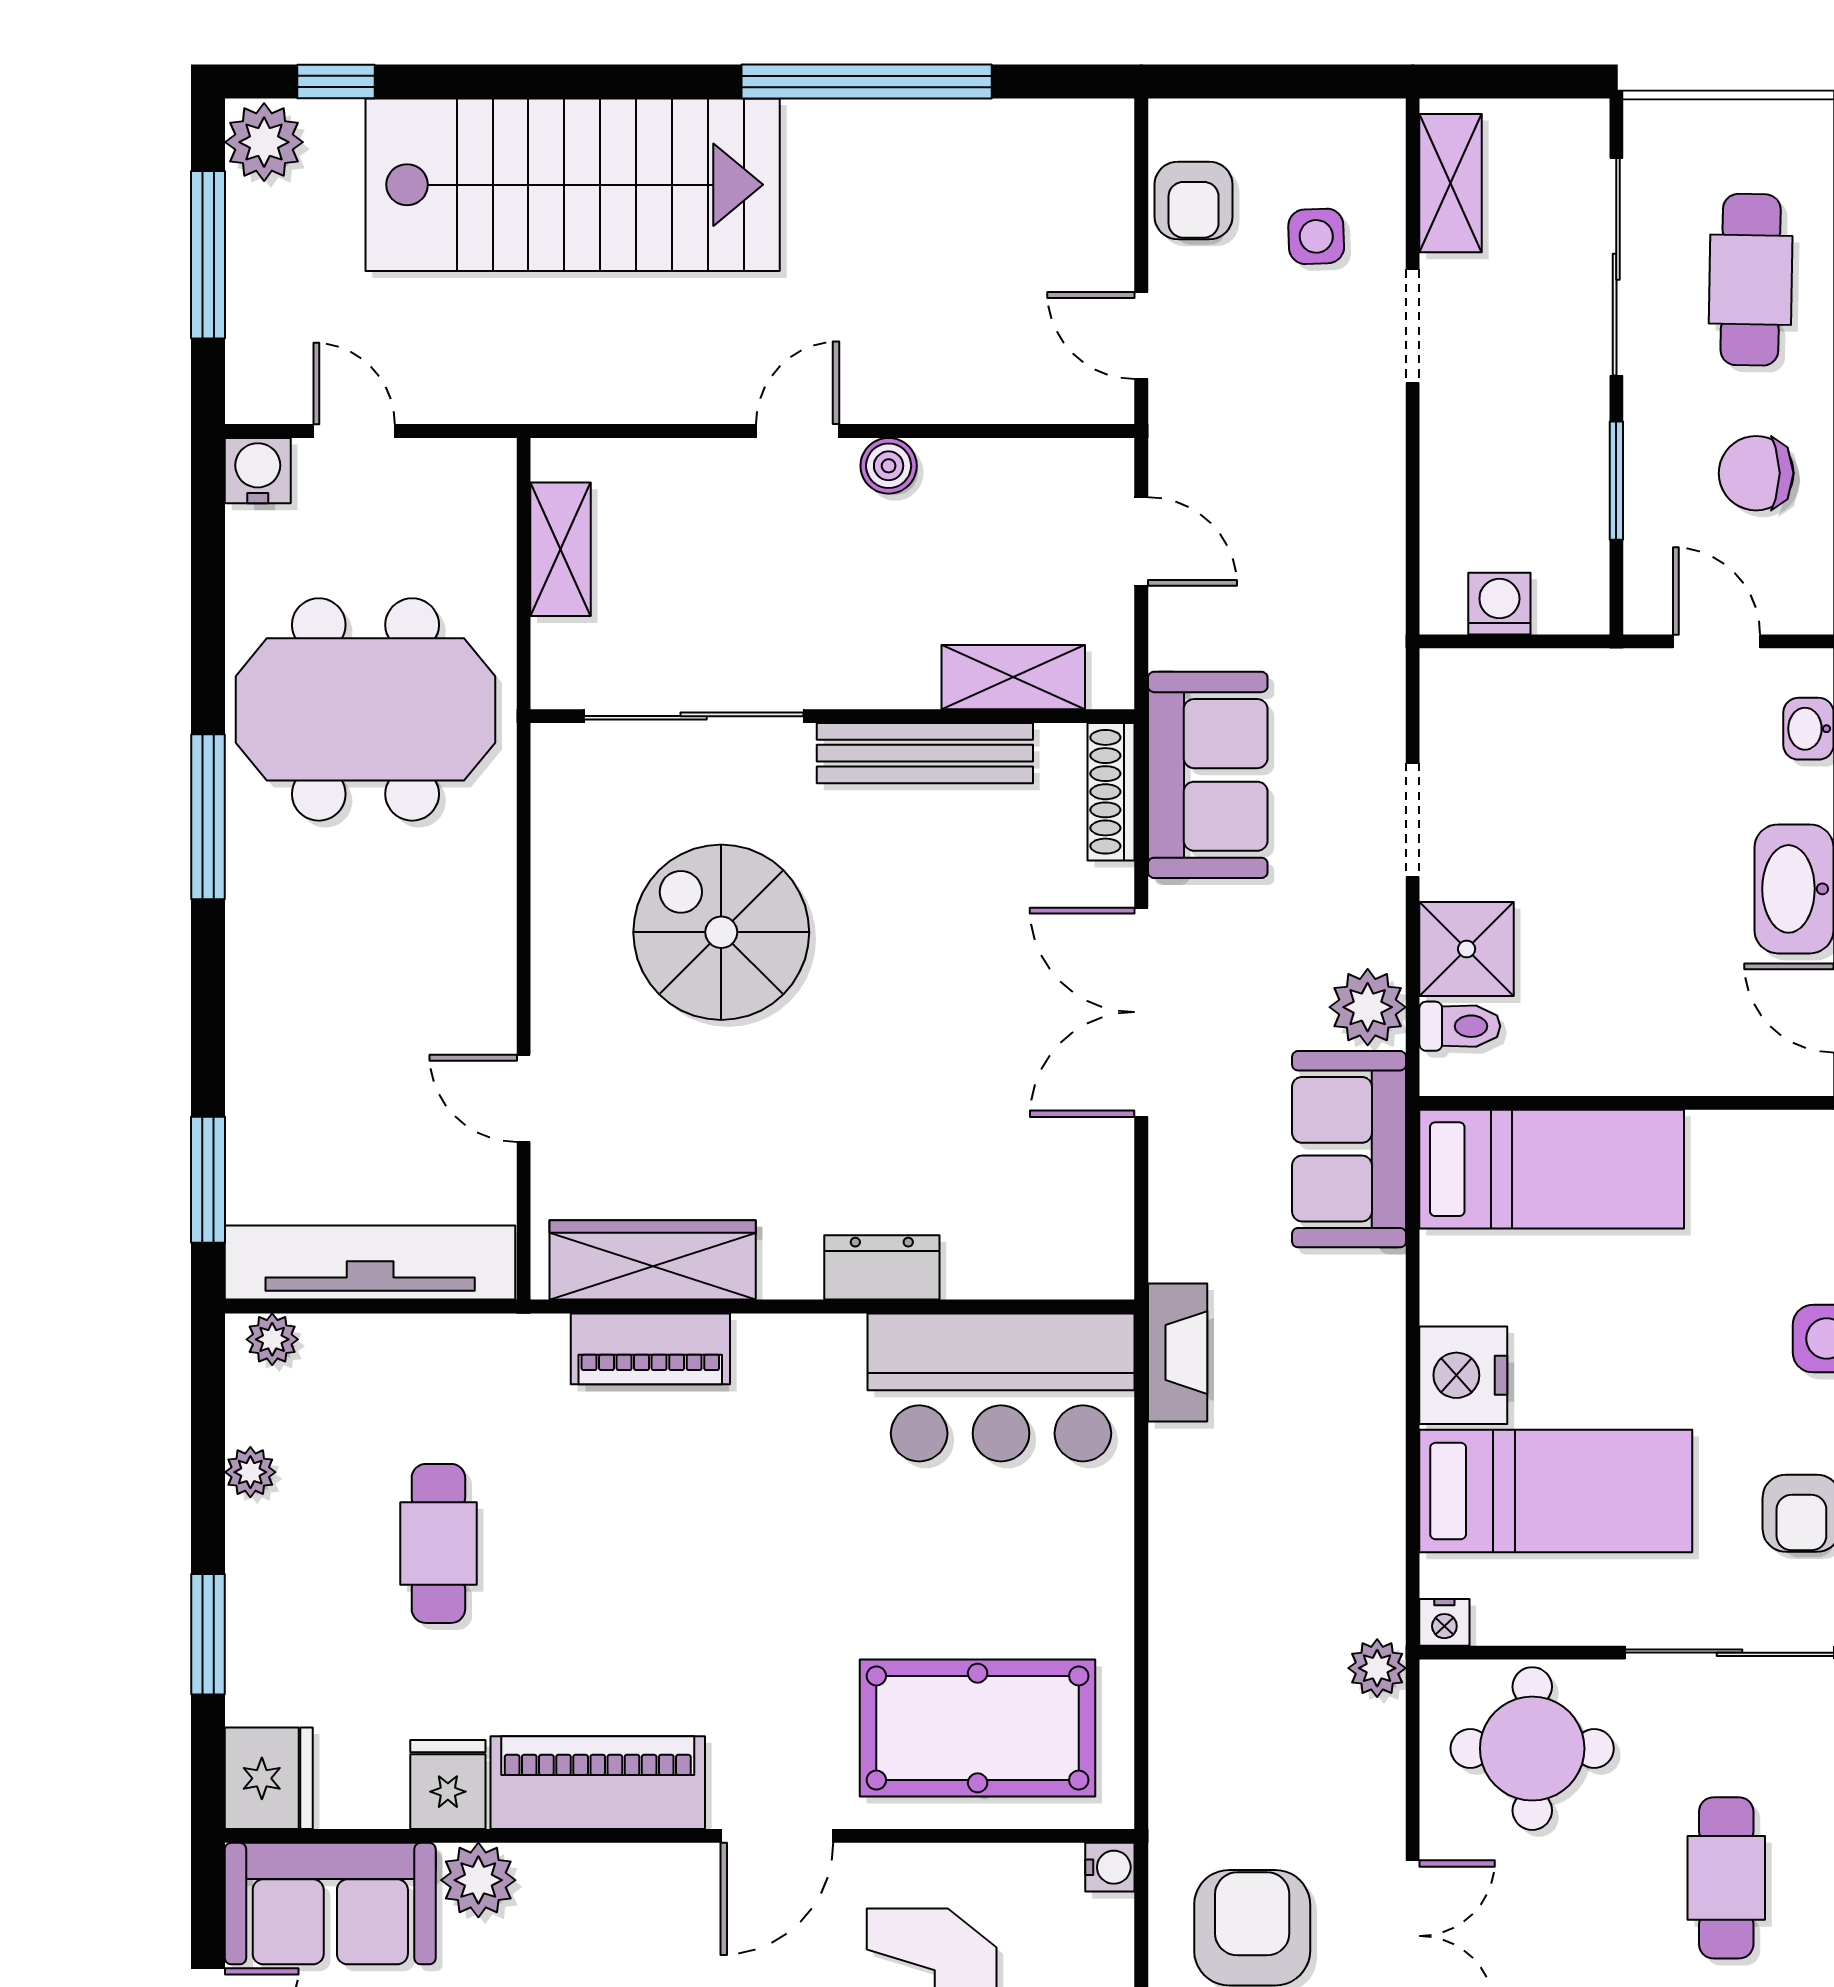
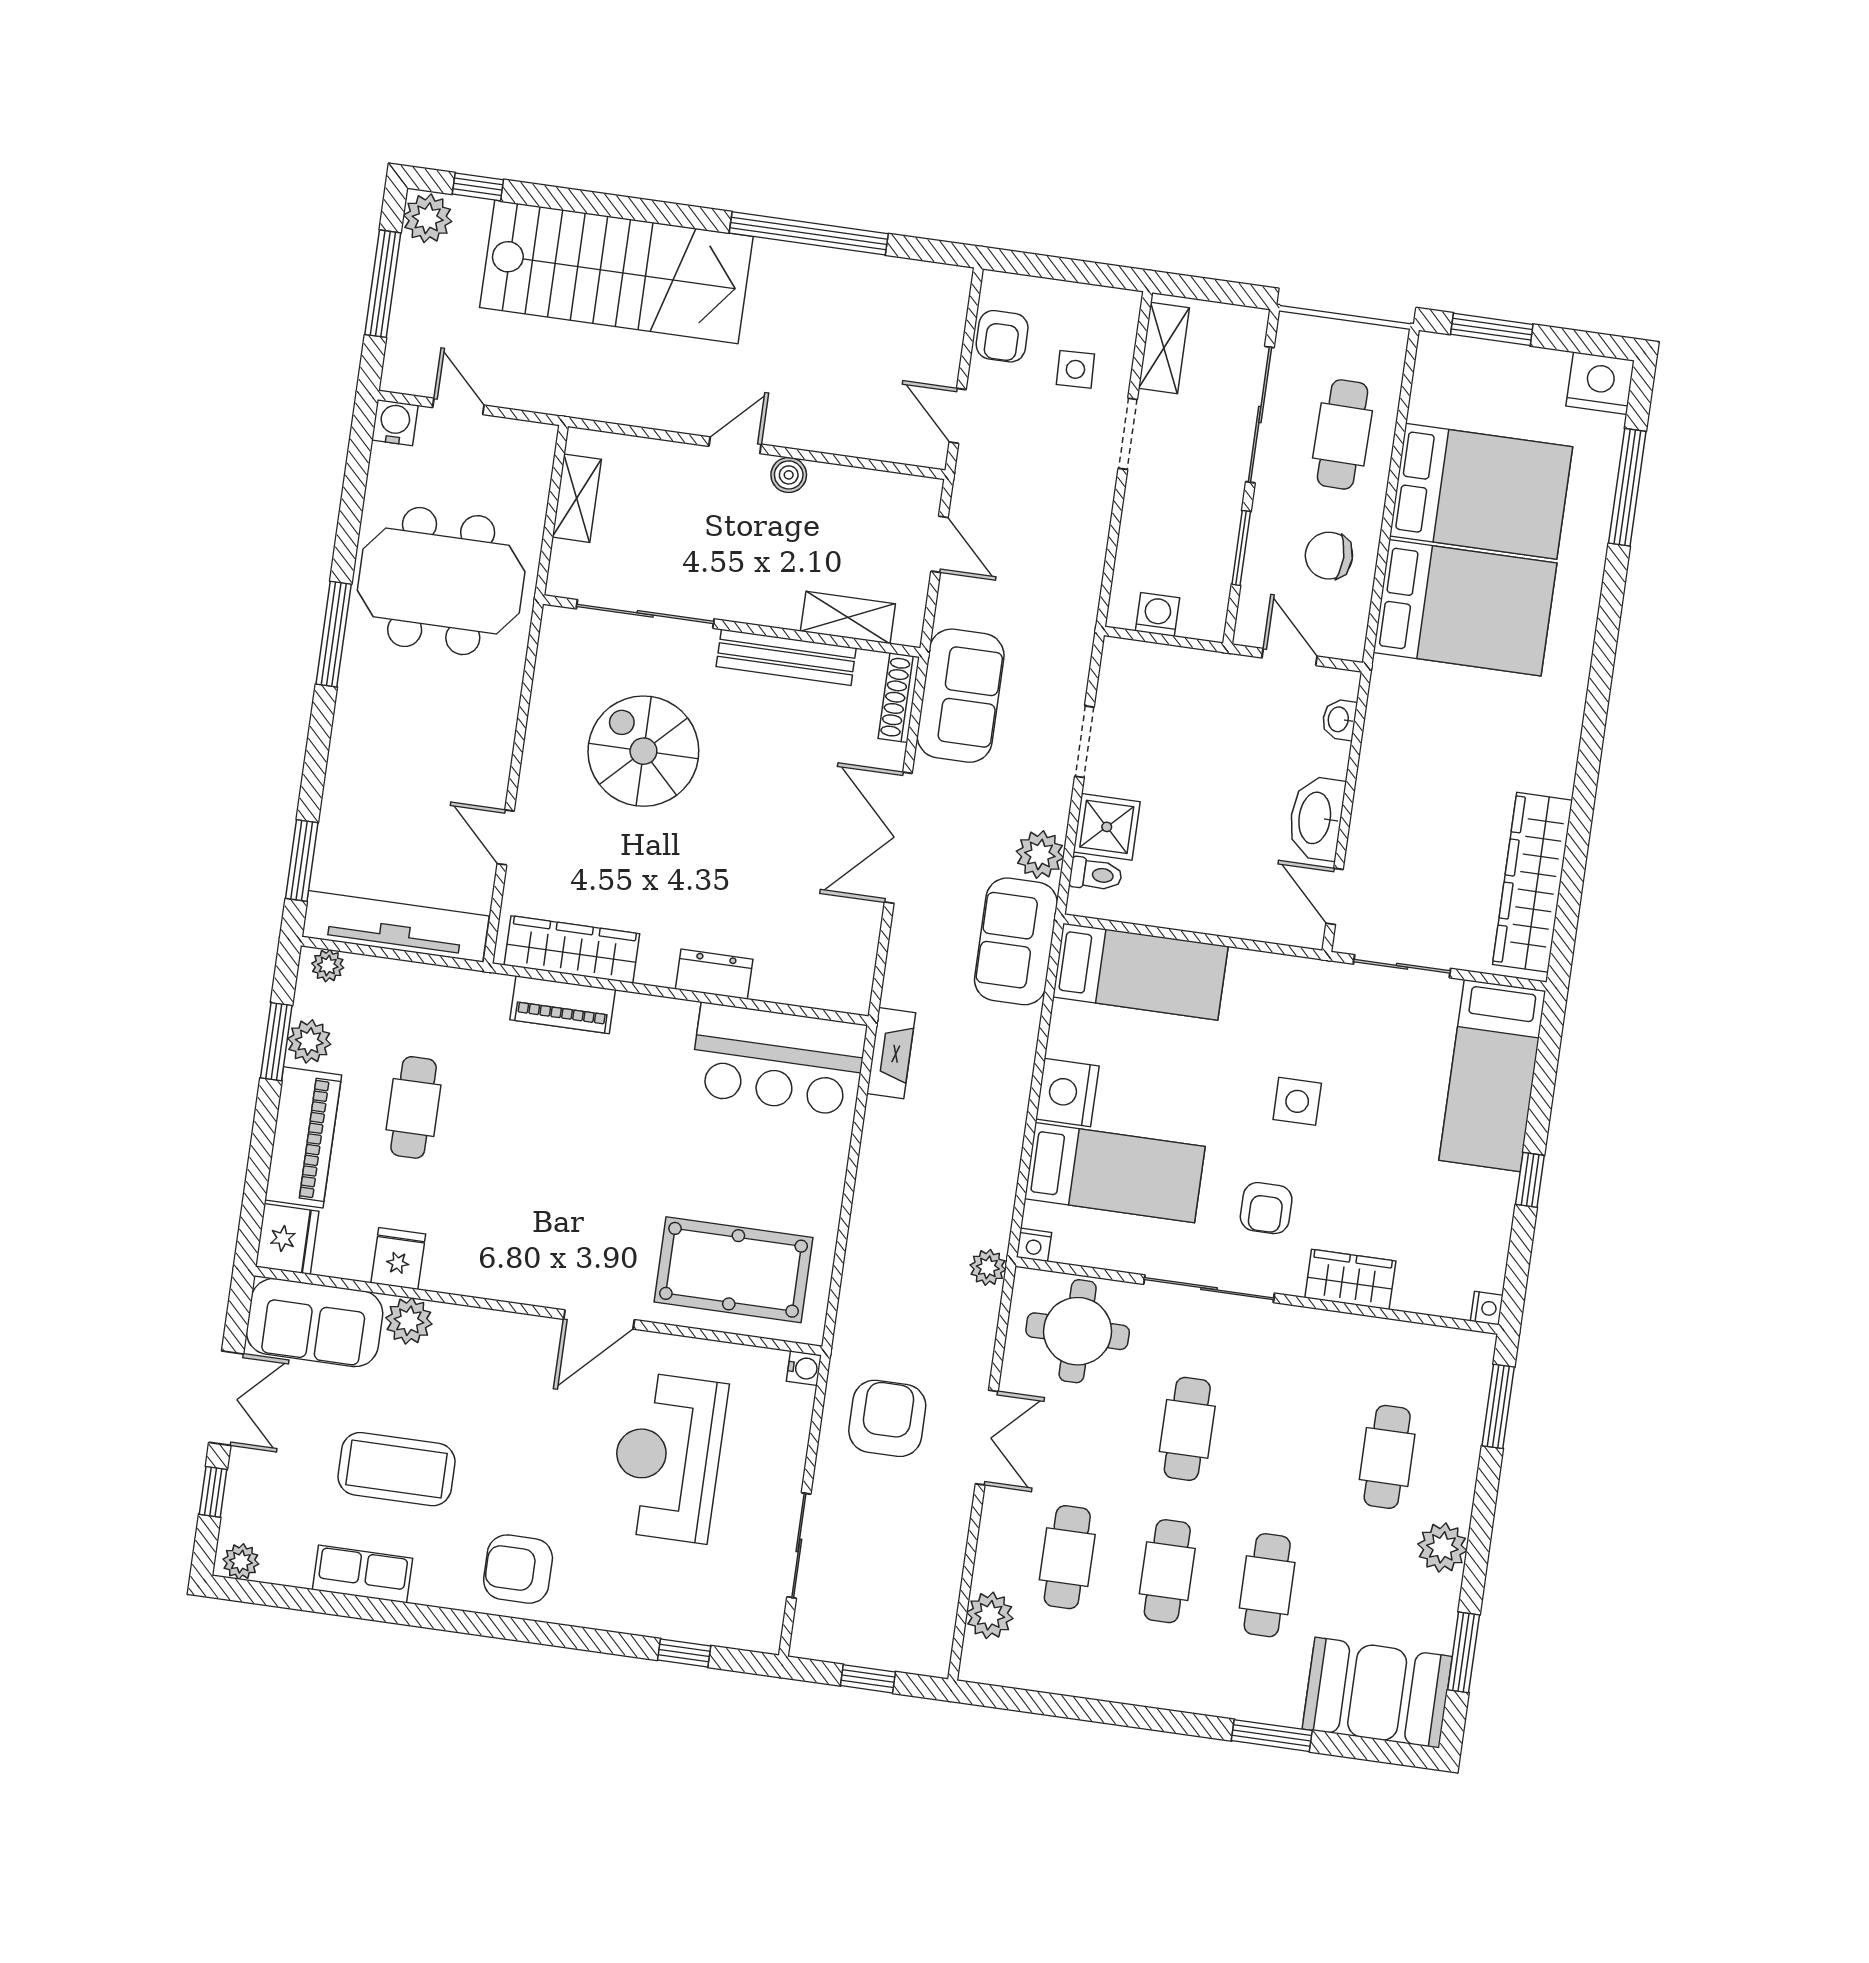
plant: (250, 1472) -> (309, 1041), width x1.38, depth x1.38
window: (208, 1634) -> (276, 1042), moved
piano: (598, 1783) -> (303, 1137), moved, turned 90

